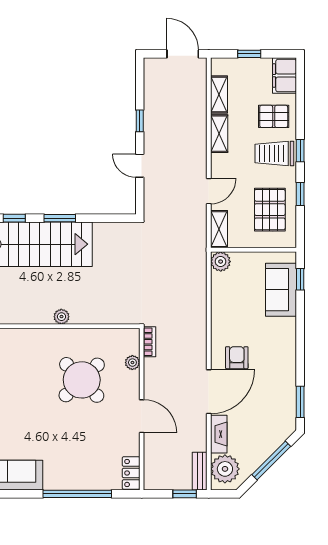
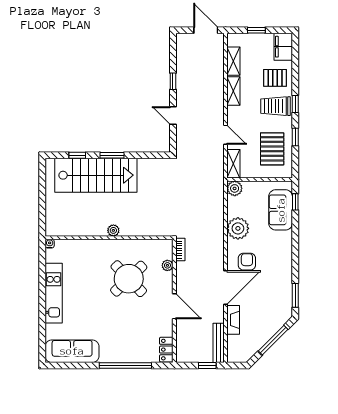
door: (209, 191) -> (226, 135), hinge flipped
plant: (225, 469) -> (238, 228), moved
bench: (200, 471) -> (219, 343), width x1.36

